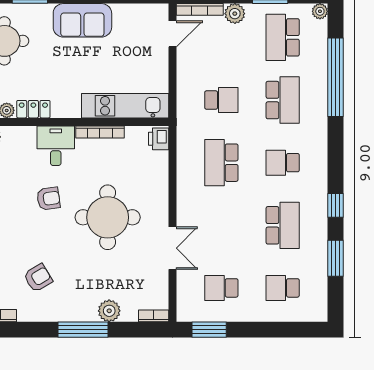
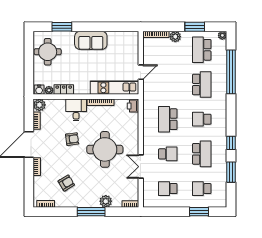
door: (172, 34) -> (141, 72), moved
school desk: (221, 100) -> (168, 154), moved
double door: (172, 248) -> (141, 167), swing flipped
window: (209, 330) -> (199, 212), moved

